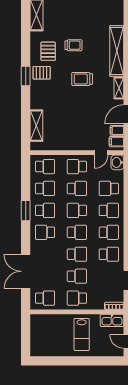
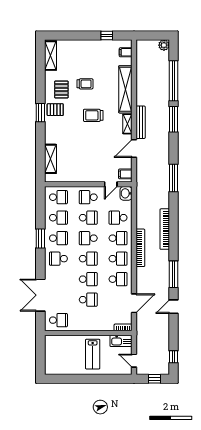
filing cabinet: (117, 130) -> (126, 52), moved
school desk: (77, 298) -> (88, 320), removed

